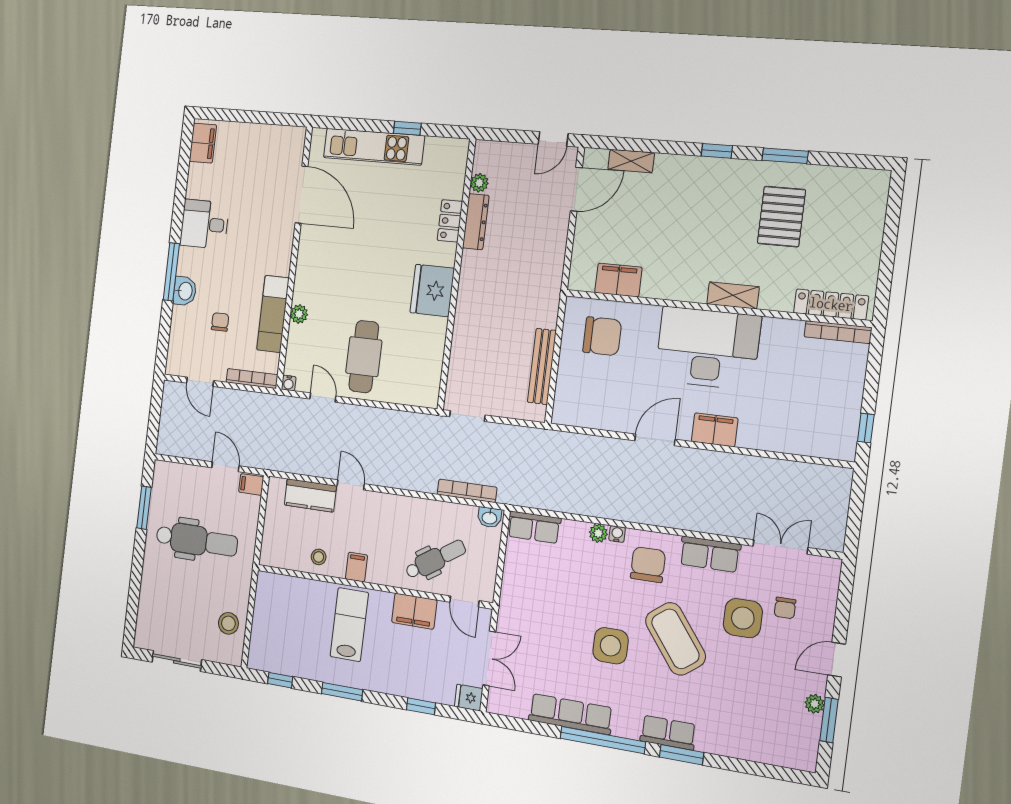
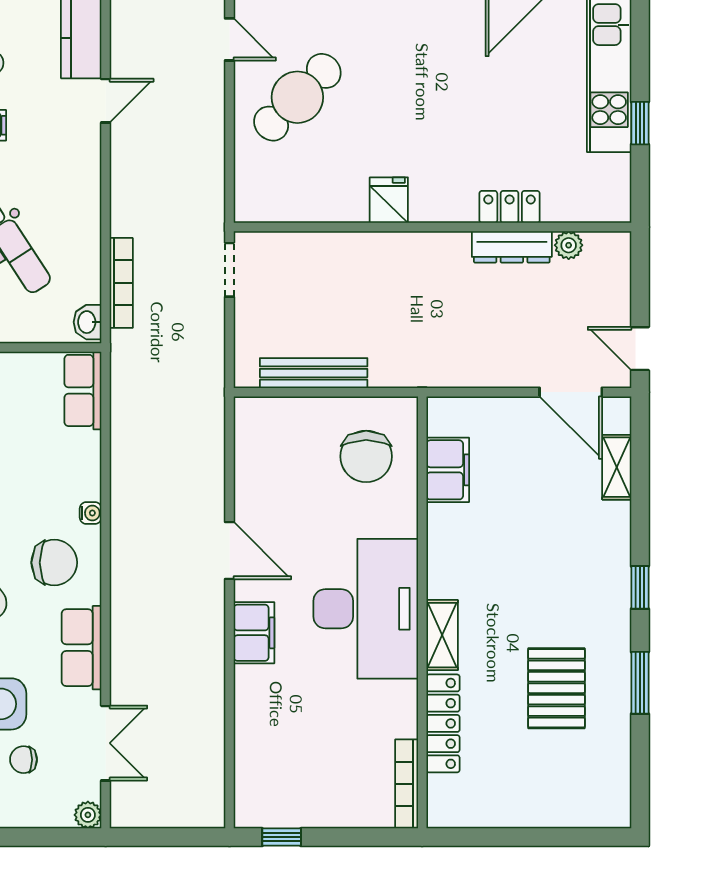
pallet: (781, 217) -> (556, 688), turned 90
fridge: (432, 290) -> (389, 200), width x0.53, depth x0.75
locker: (831, 304) -> (443, 723), moved
cafe table: (364, 357) -> (297, 97), turned -45
door: (323, 397) -> (229, 39), hinge flipped
plant: (598, 533) -> (88, 815), moved

